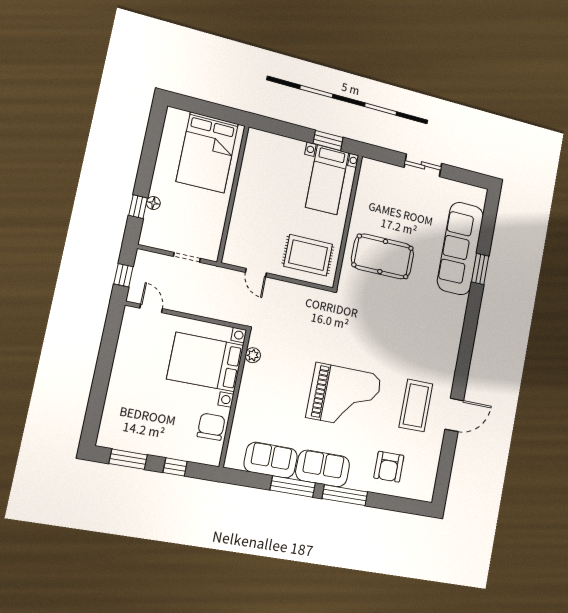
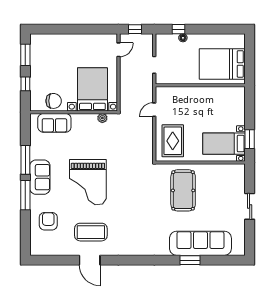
sofa: (271, 460) -> (54, 123), moved, turned 90
armchair: (389, 467) -> (48, 221), turned 90

